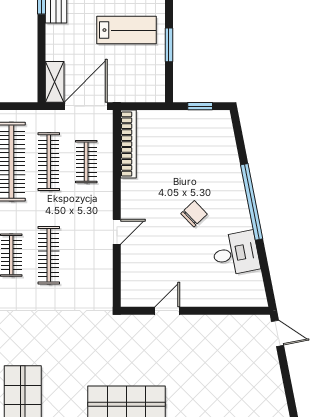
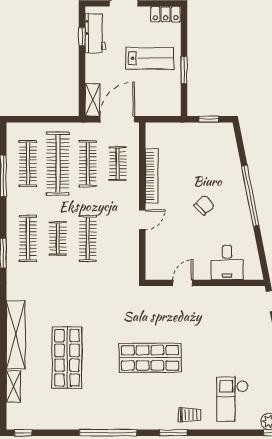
bookcase: (128, 144) -> (152, 176), moved
desk: (236, 253) -> (227, 262), moved, turned 101

